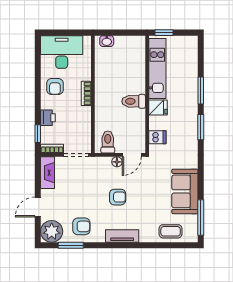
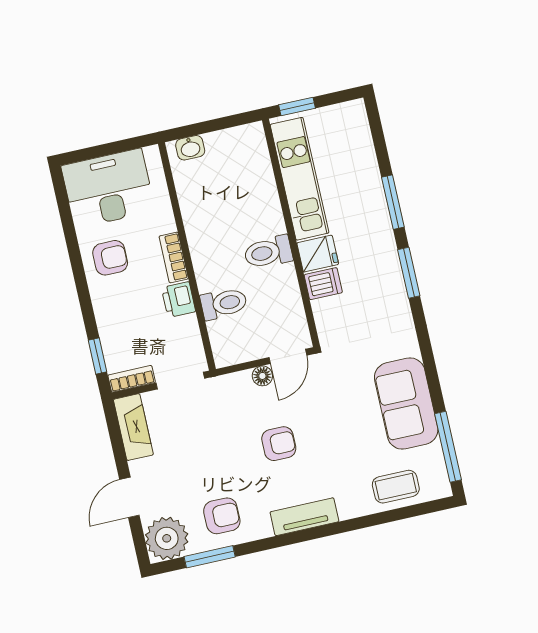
armchair: (55, 87) -> (110, 258), turned -90
printer: (48, 118) -> (178, 300), moved, turned 180
dishwasher: (157, 137) -> (323, 284), moved
toilet: (108, 142) -> (224, 304), moved, turned 90

